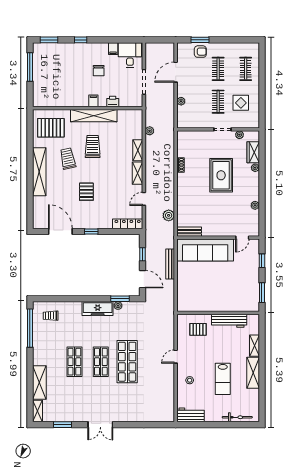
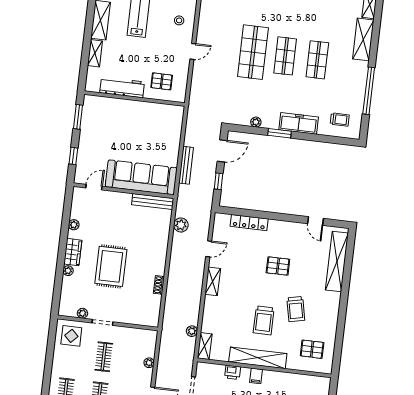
display table: (241, 103) -> (71, 336), moved
pallet: (51, 128) -> (312, 349), width x0.67, depth x0.71
shelving: (138, 150) -> (205, 346), moved
wardrobe: (253, 152) -> (73, 252), moved
shelving: (39, 172) -> (337, 262), moved
pallet: (86, 192) -> (278, 266), turned 90
locker: (128, 224) -> (249, 223), moved
door: (60, 232) -> (316, 221), width x0.53
window: (91, 232) -> (278, 217), removed
bench: (189, 232) -> (153, 201), width x1.36
door: (142, 279) -> (222, 151), swing flipped
window: (120, 299) -> (279, 133), moved
freezer: (98, 309) -> (299, 123), moved
window: (30, 328) -> (369, 91), moved

